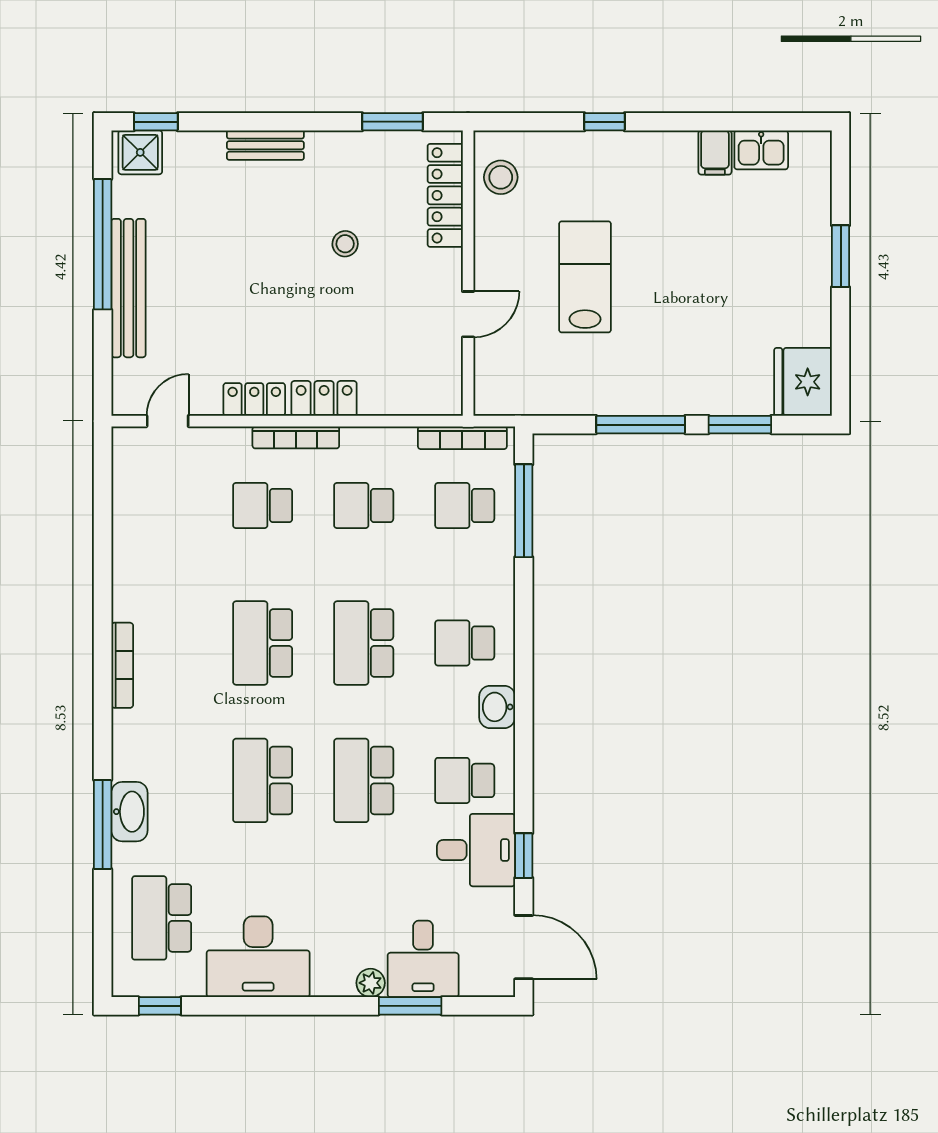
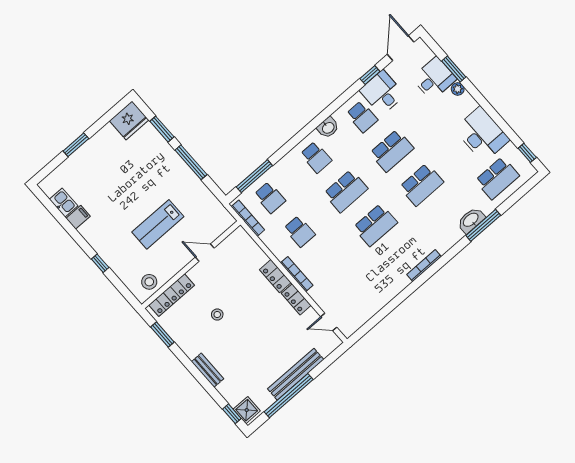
school desk: (263, 506) -> (329, 265), removed

